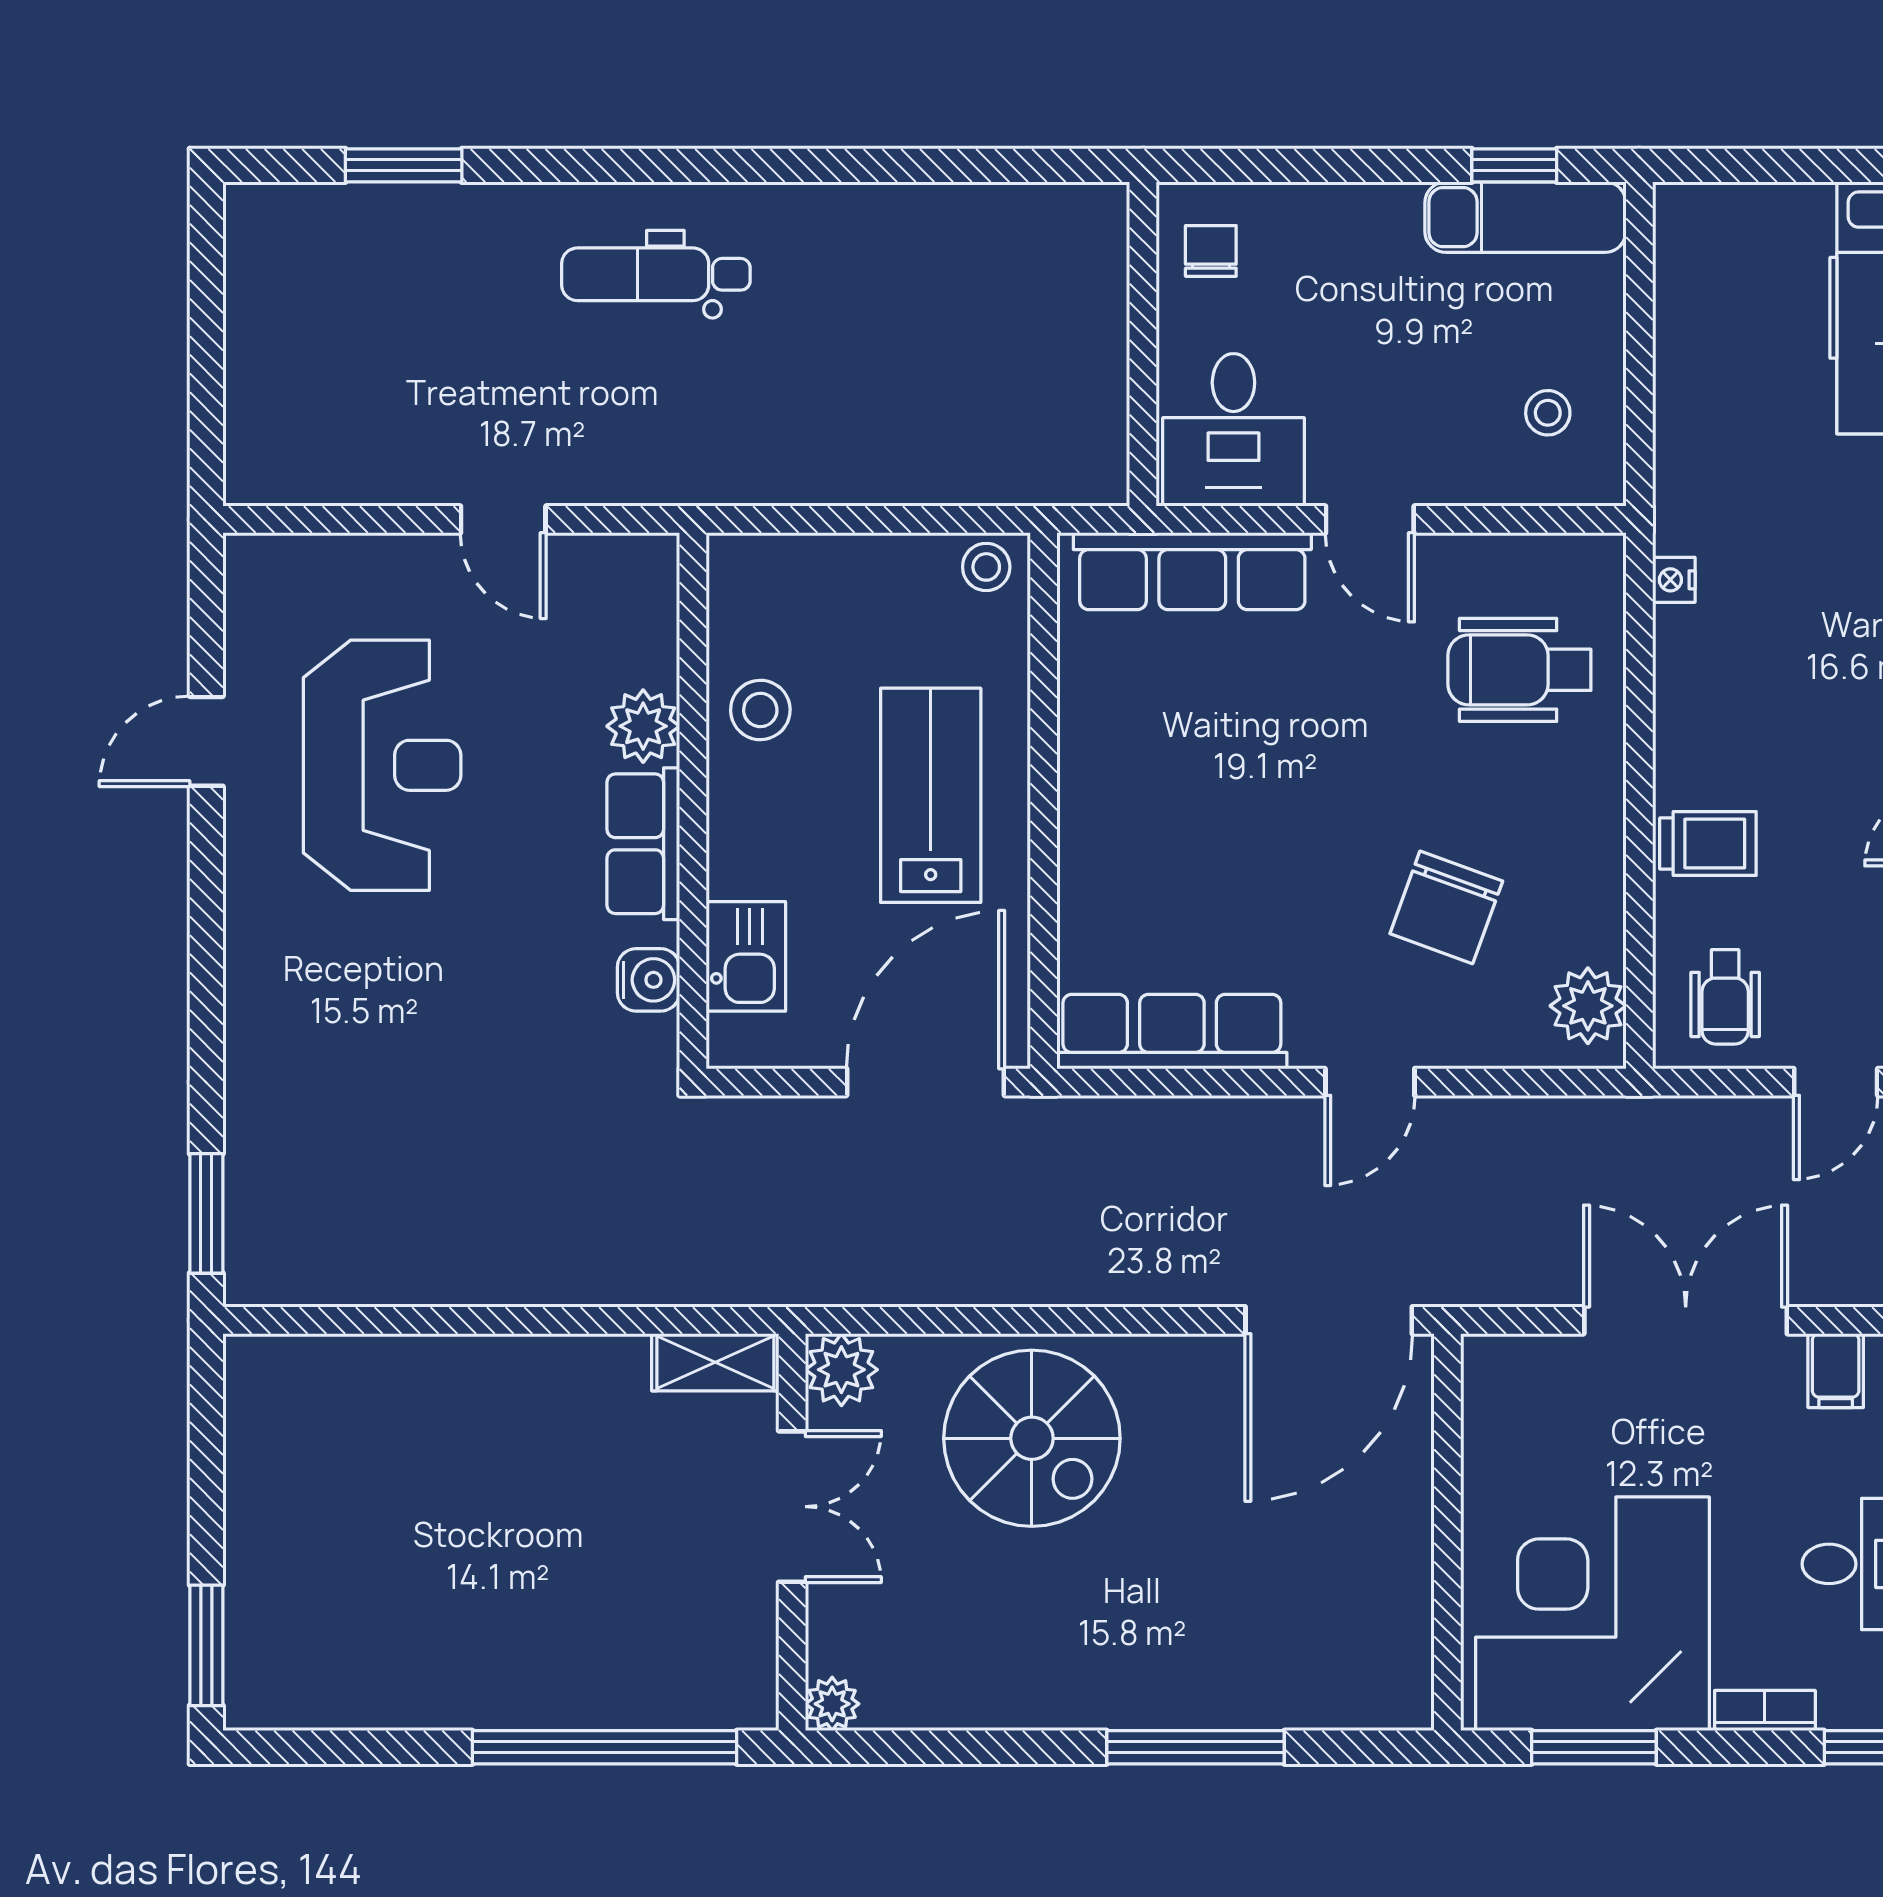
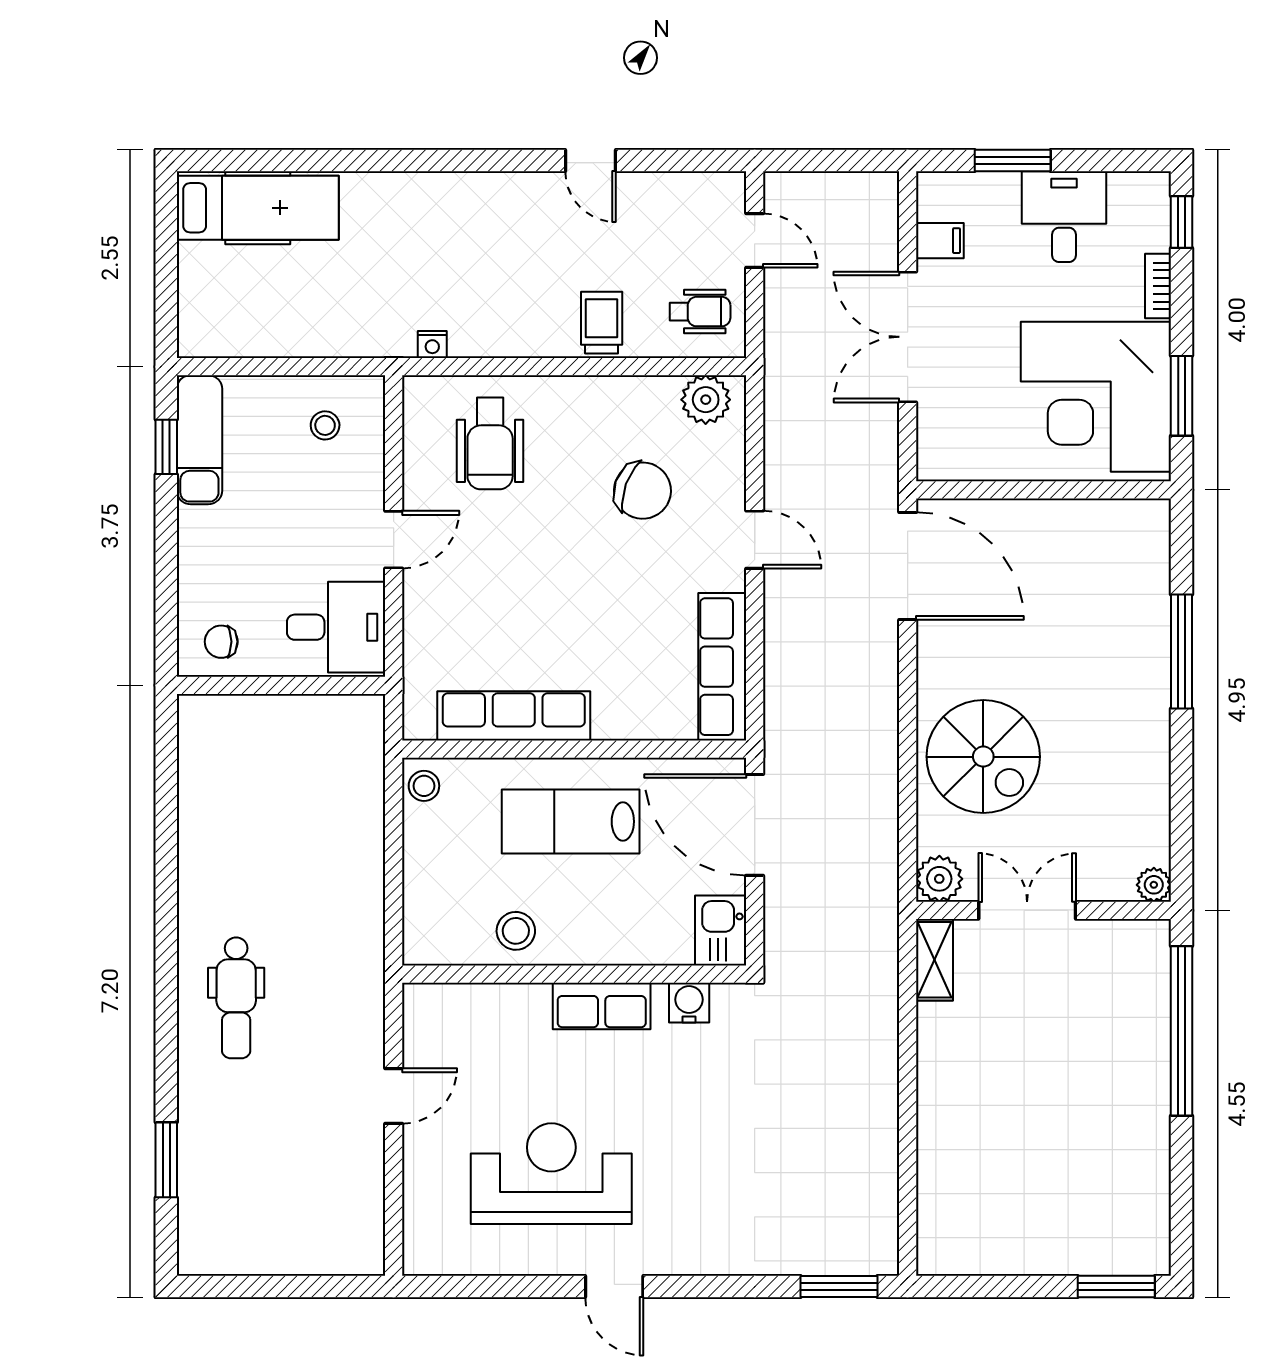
row of seats: (1192, 571) -> (514, 716), moved, turned -90
plant: (643, 726) -> (526, 1006), removed
door: (206, 741) -> (614, 1286), moved
kitchen sink: (746, 956) -> (721, 931), moved, turned -90
spiral stairs: (1032, 1438) -> (983, 757), turned 90

